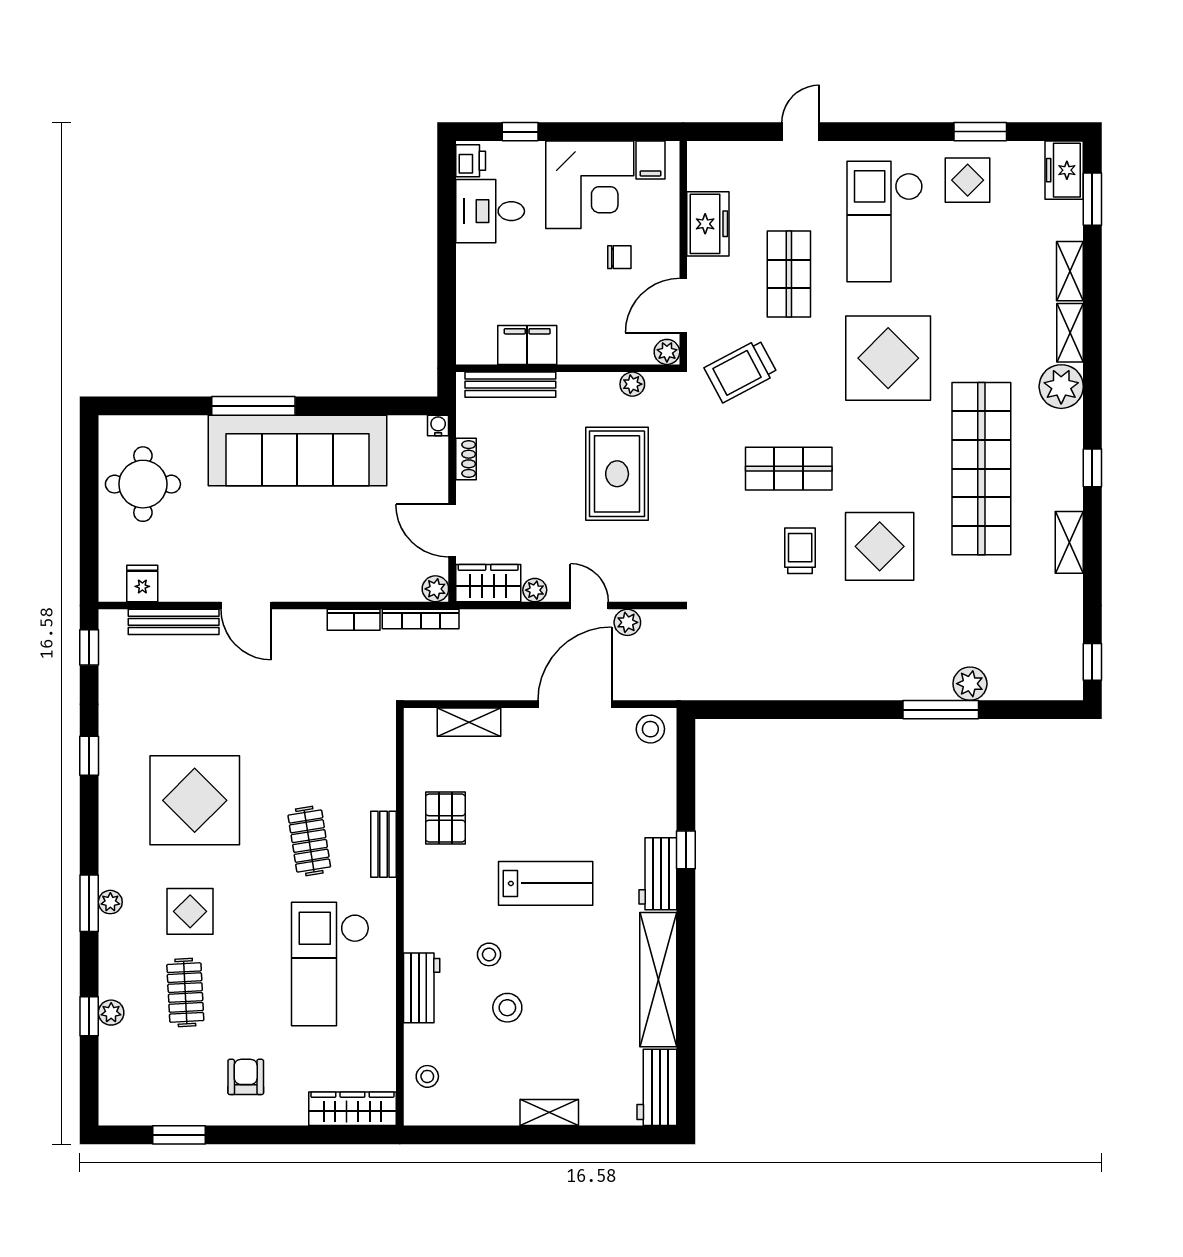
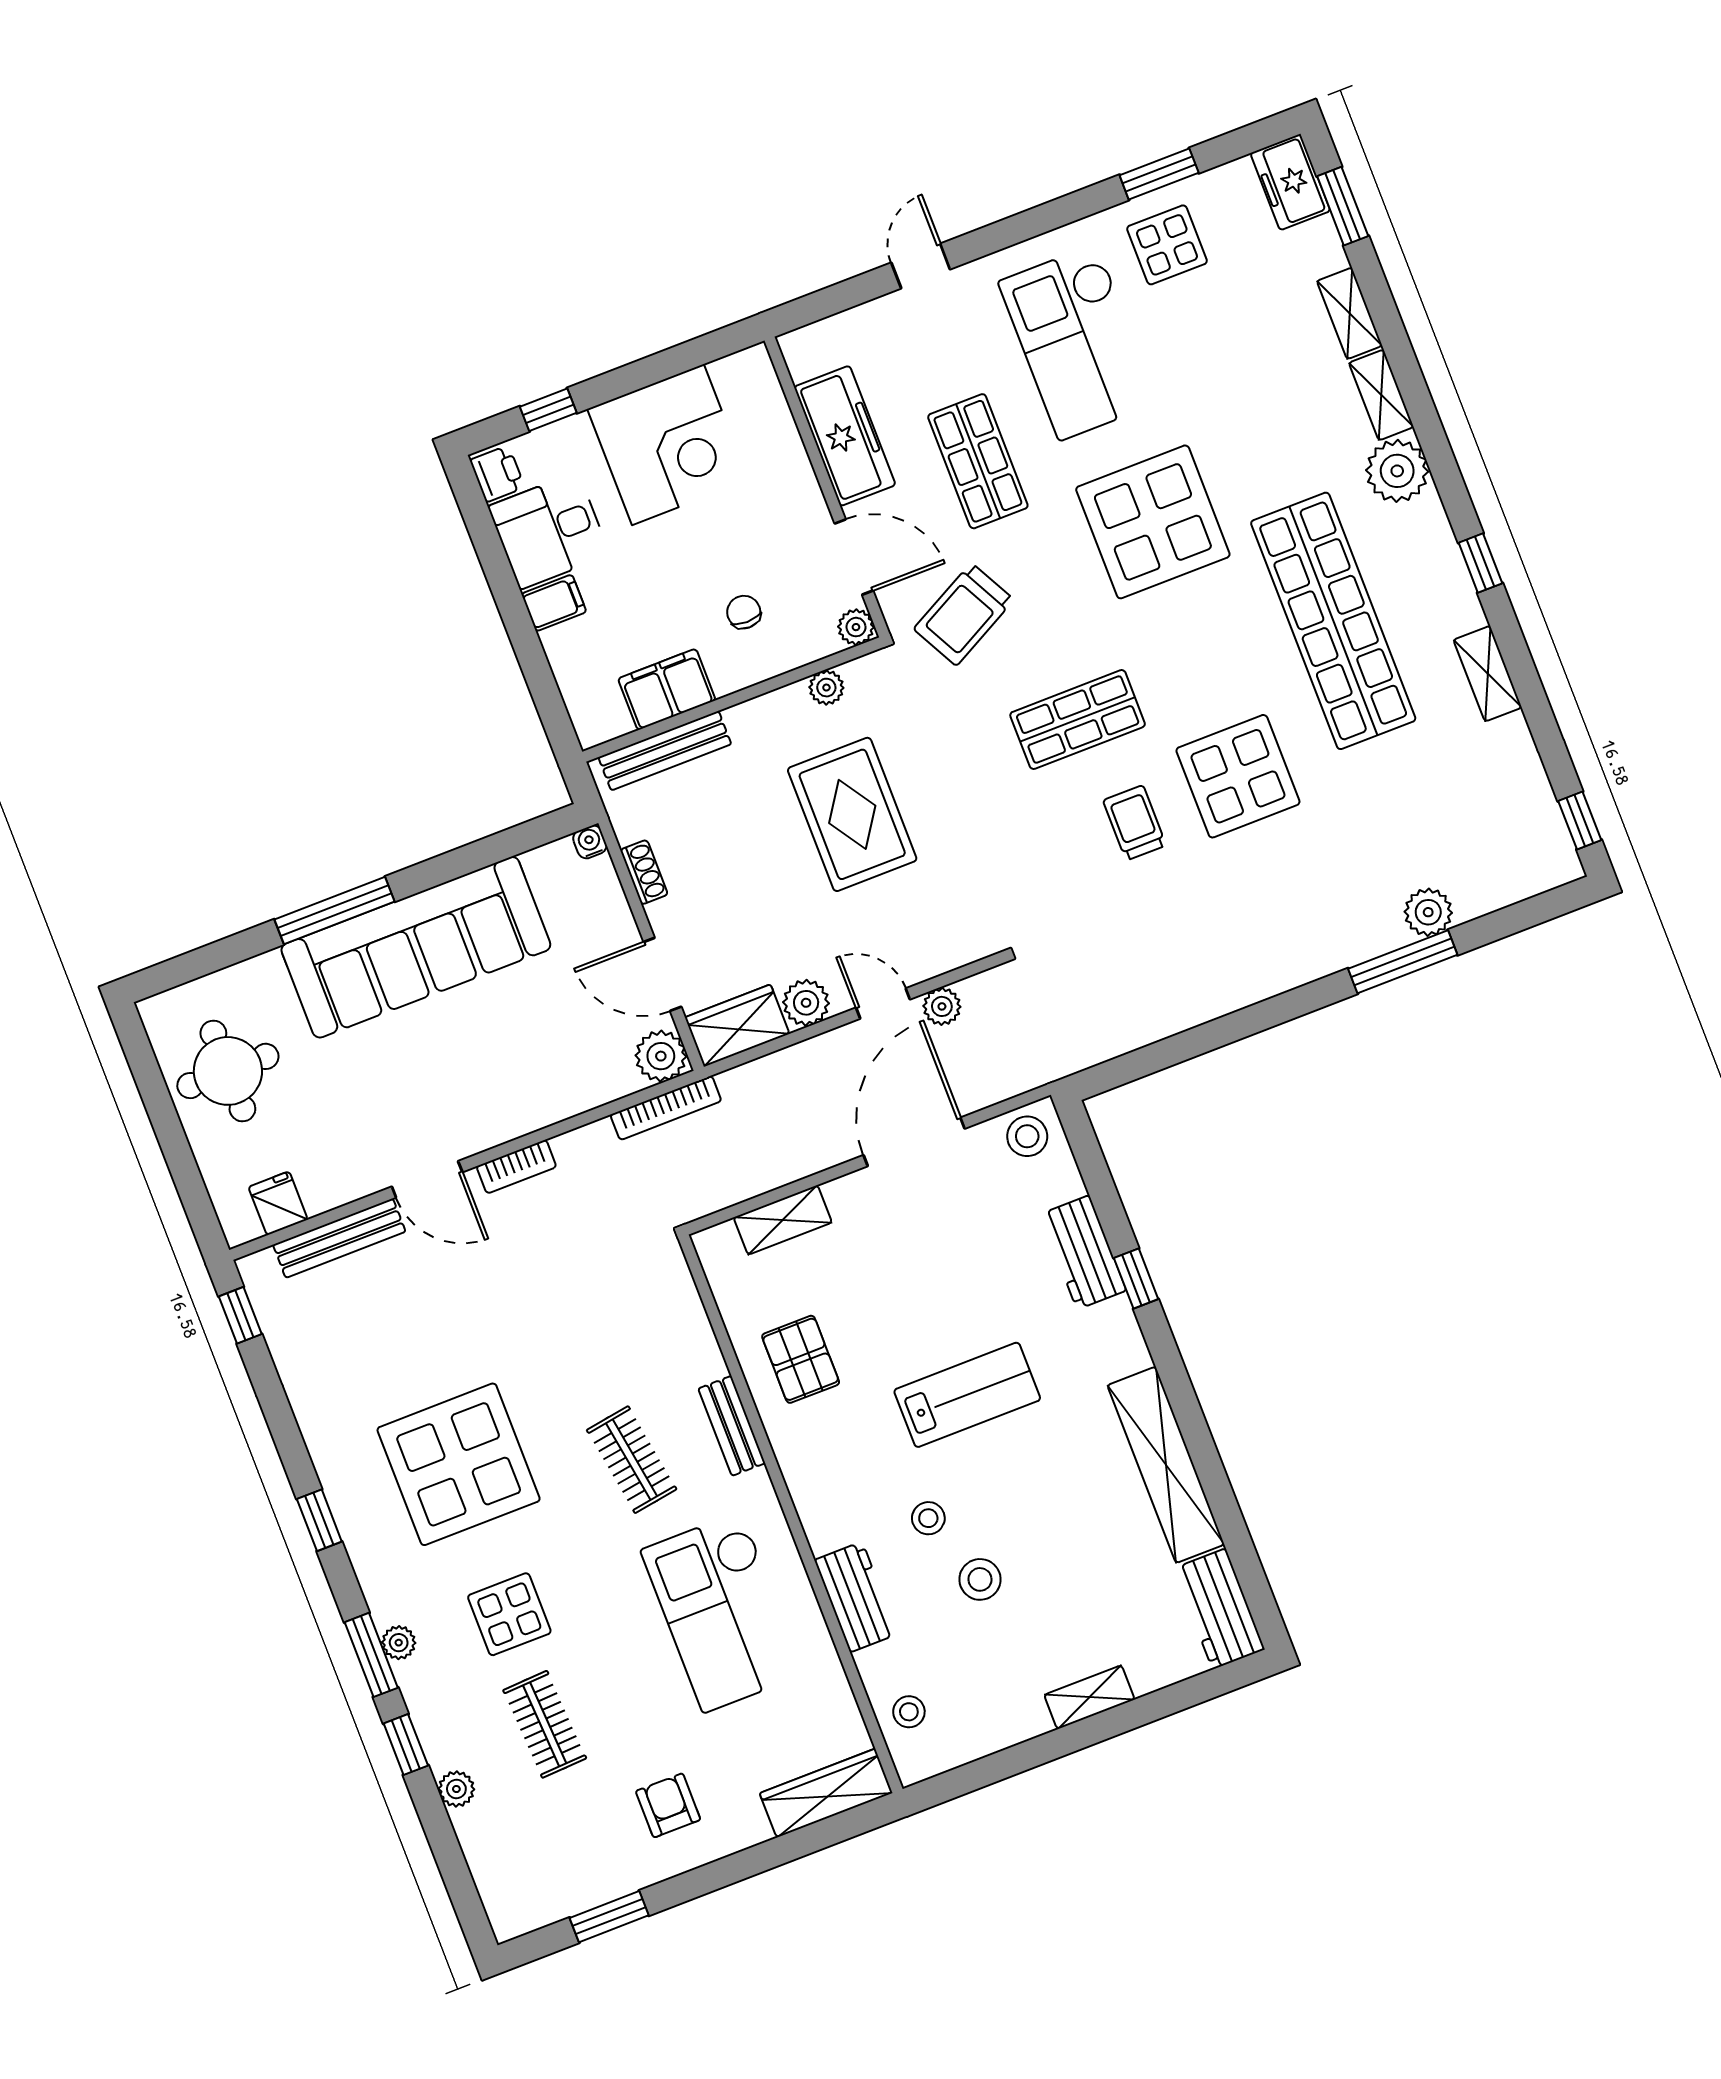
filing cabinet: (650, 160) -> (554, 603), moved, turned -90
freezer: (708, 224) -> (845, 436), width x1.40
chair: (619, 257) -> (744, 612), moved, turned -90
door: (683, 306) -> (854, 557), swing flipped
plant: (435, 589) -> (661, 1056), width x1.38, depth x1.38
plant: (535, 590) -> (806, 1003), width x1.38, depth x1.38
bookcase: (354, 620) -> (516, 1167), moved
window: (89, 756) -> (319, 1520), moved
workbench: (658, 874) -> (1083, 1252), moved
window: (89, 1016) -> (406, 1744), moved

